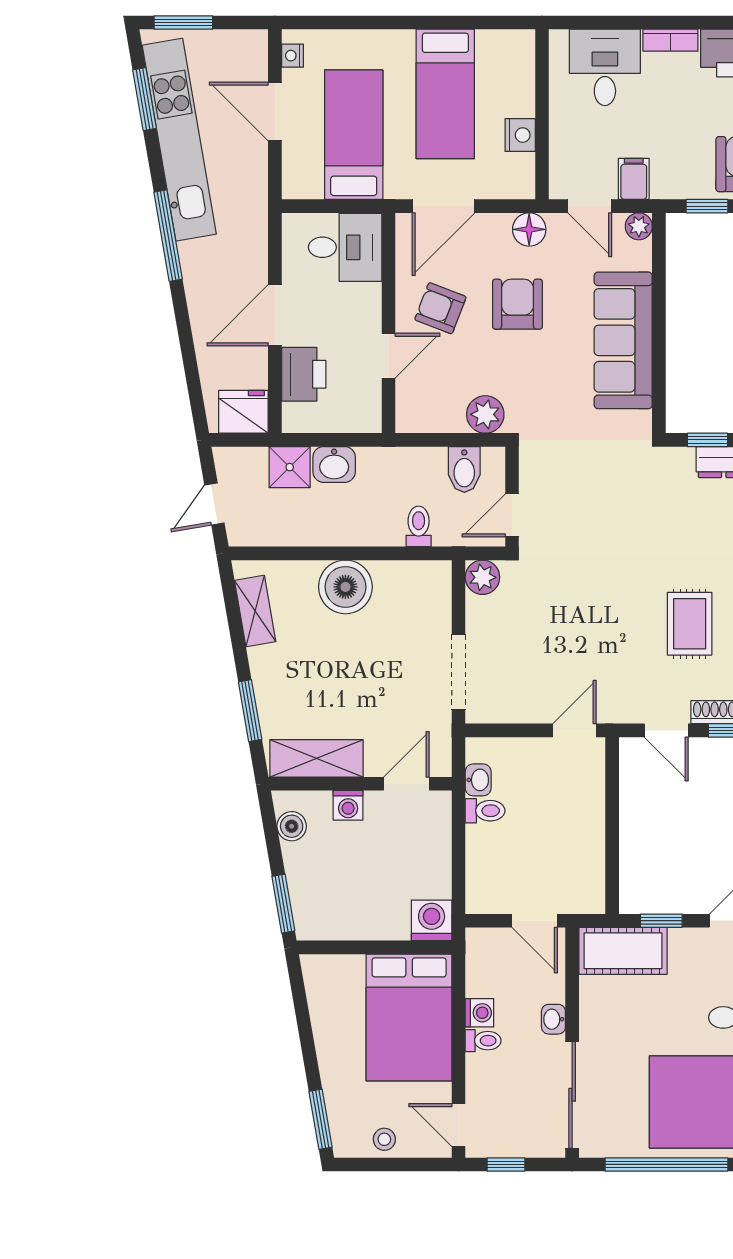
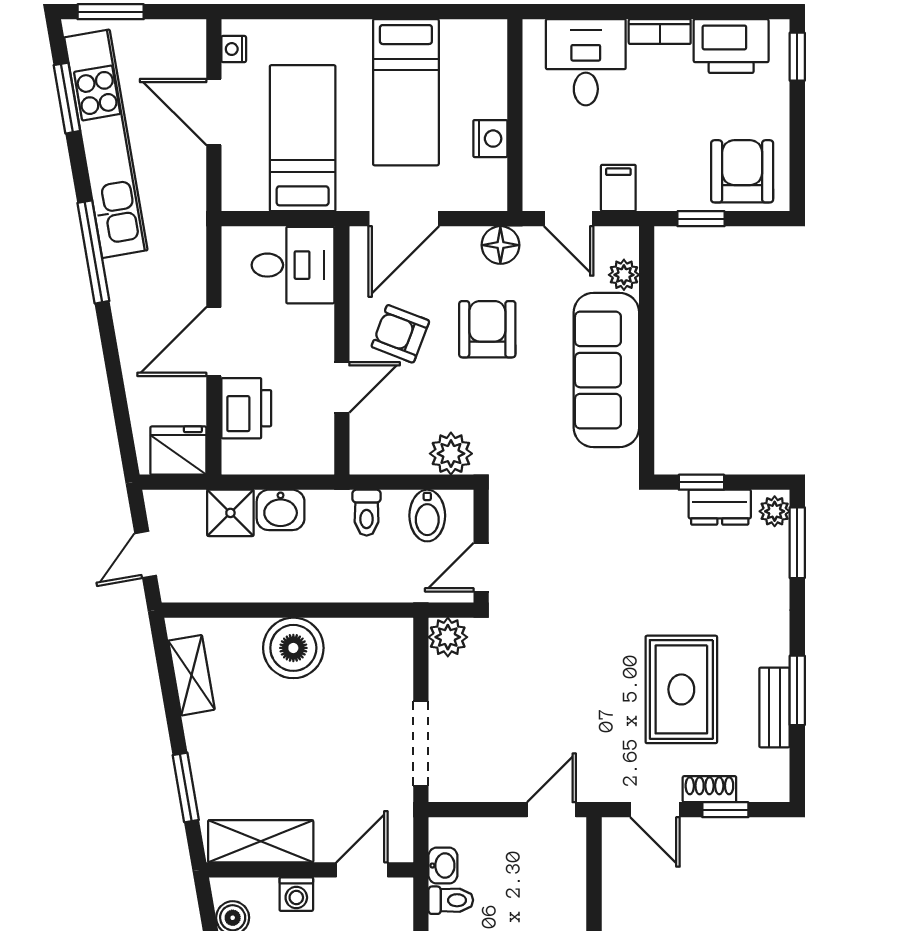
plant: (639, 226) -> (624, 275), moved
toilet: (419, 526) -> (367, 513), moved, turned 180
rug: (690, 624) -> (681, 689), width x1.36, depth x1.43

